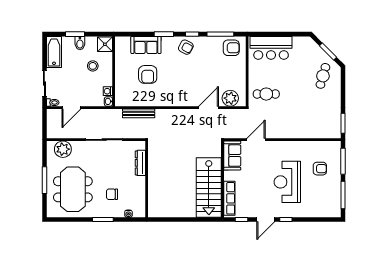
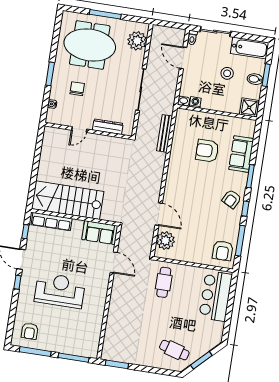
stool: (93, 66) -> (227, 73), moved
armchair: (320, 169) -> (30, 331), moved
door: (147, 187) -> (79, 130), added

